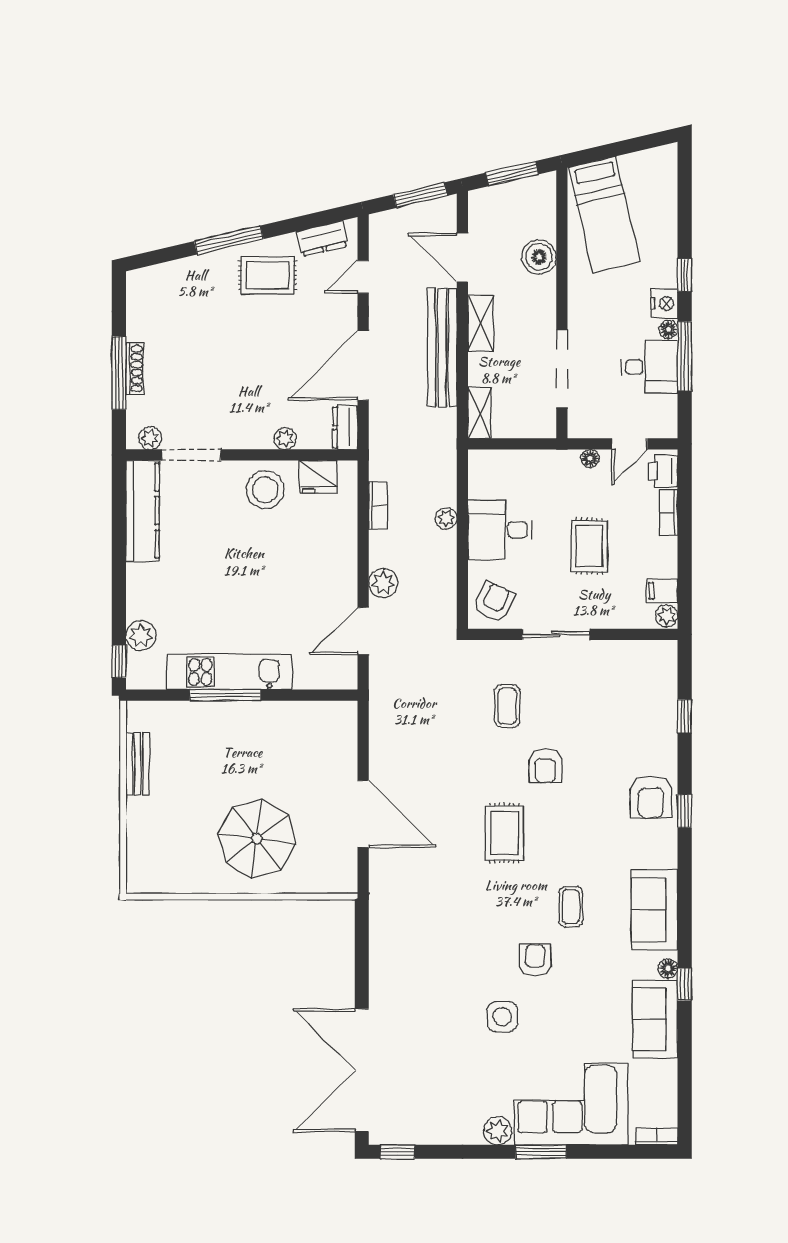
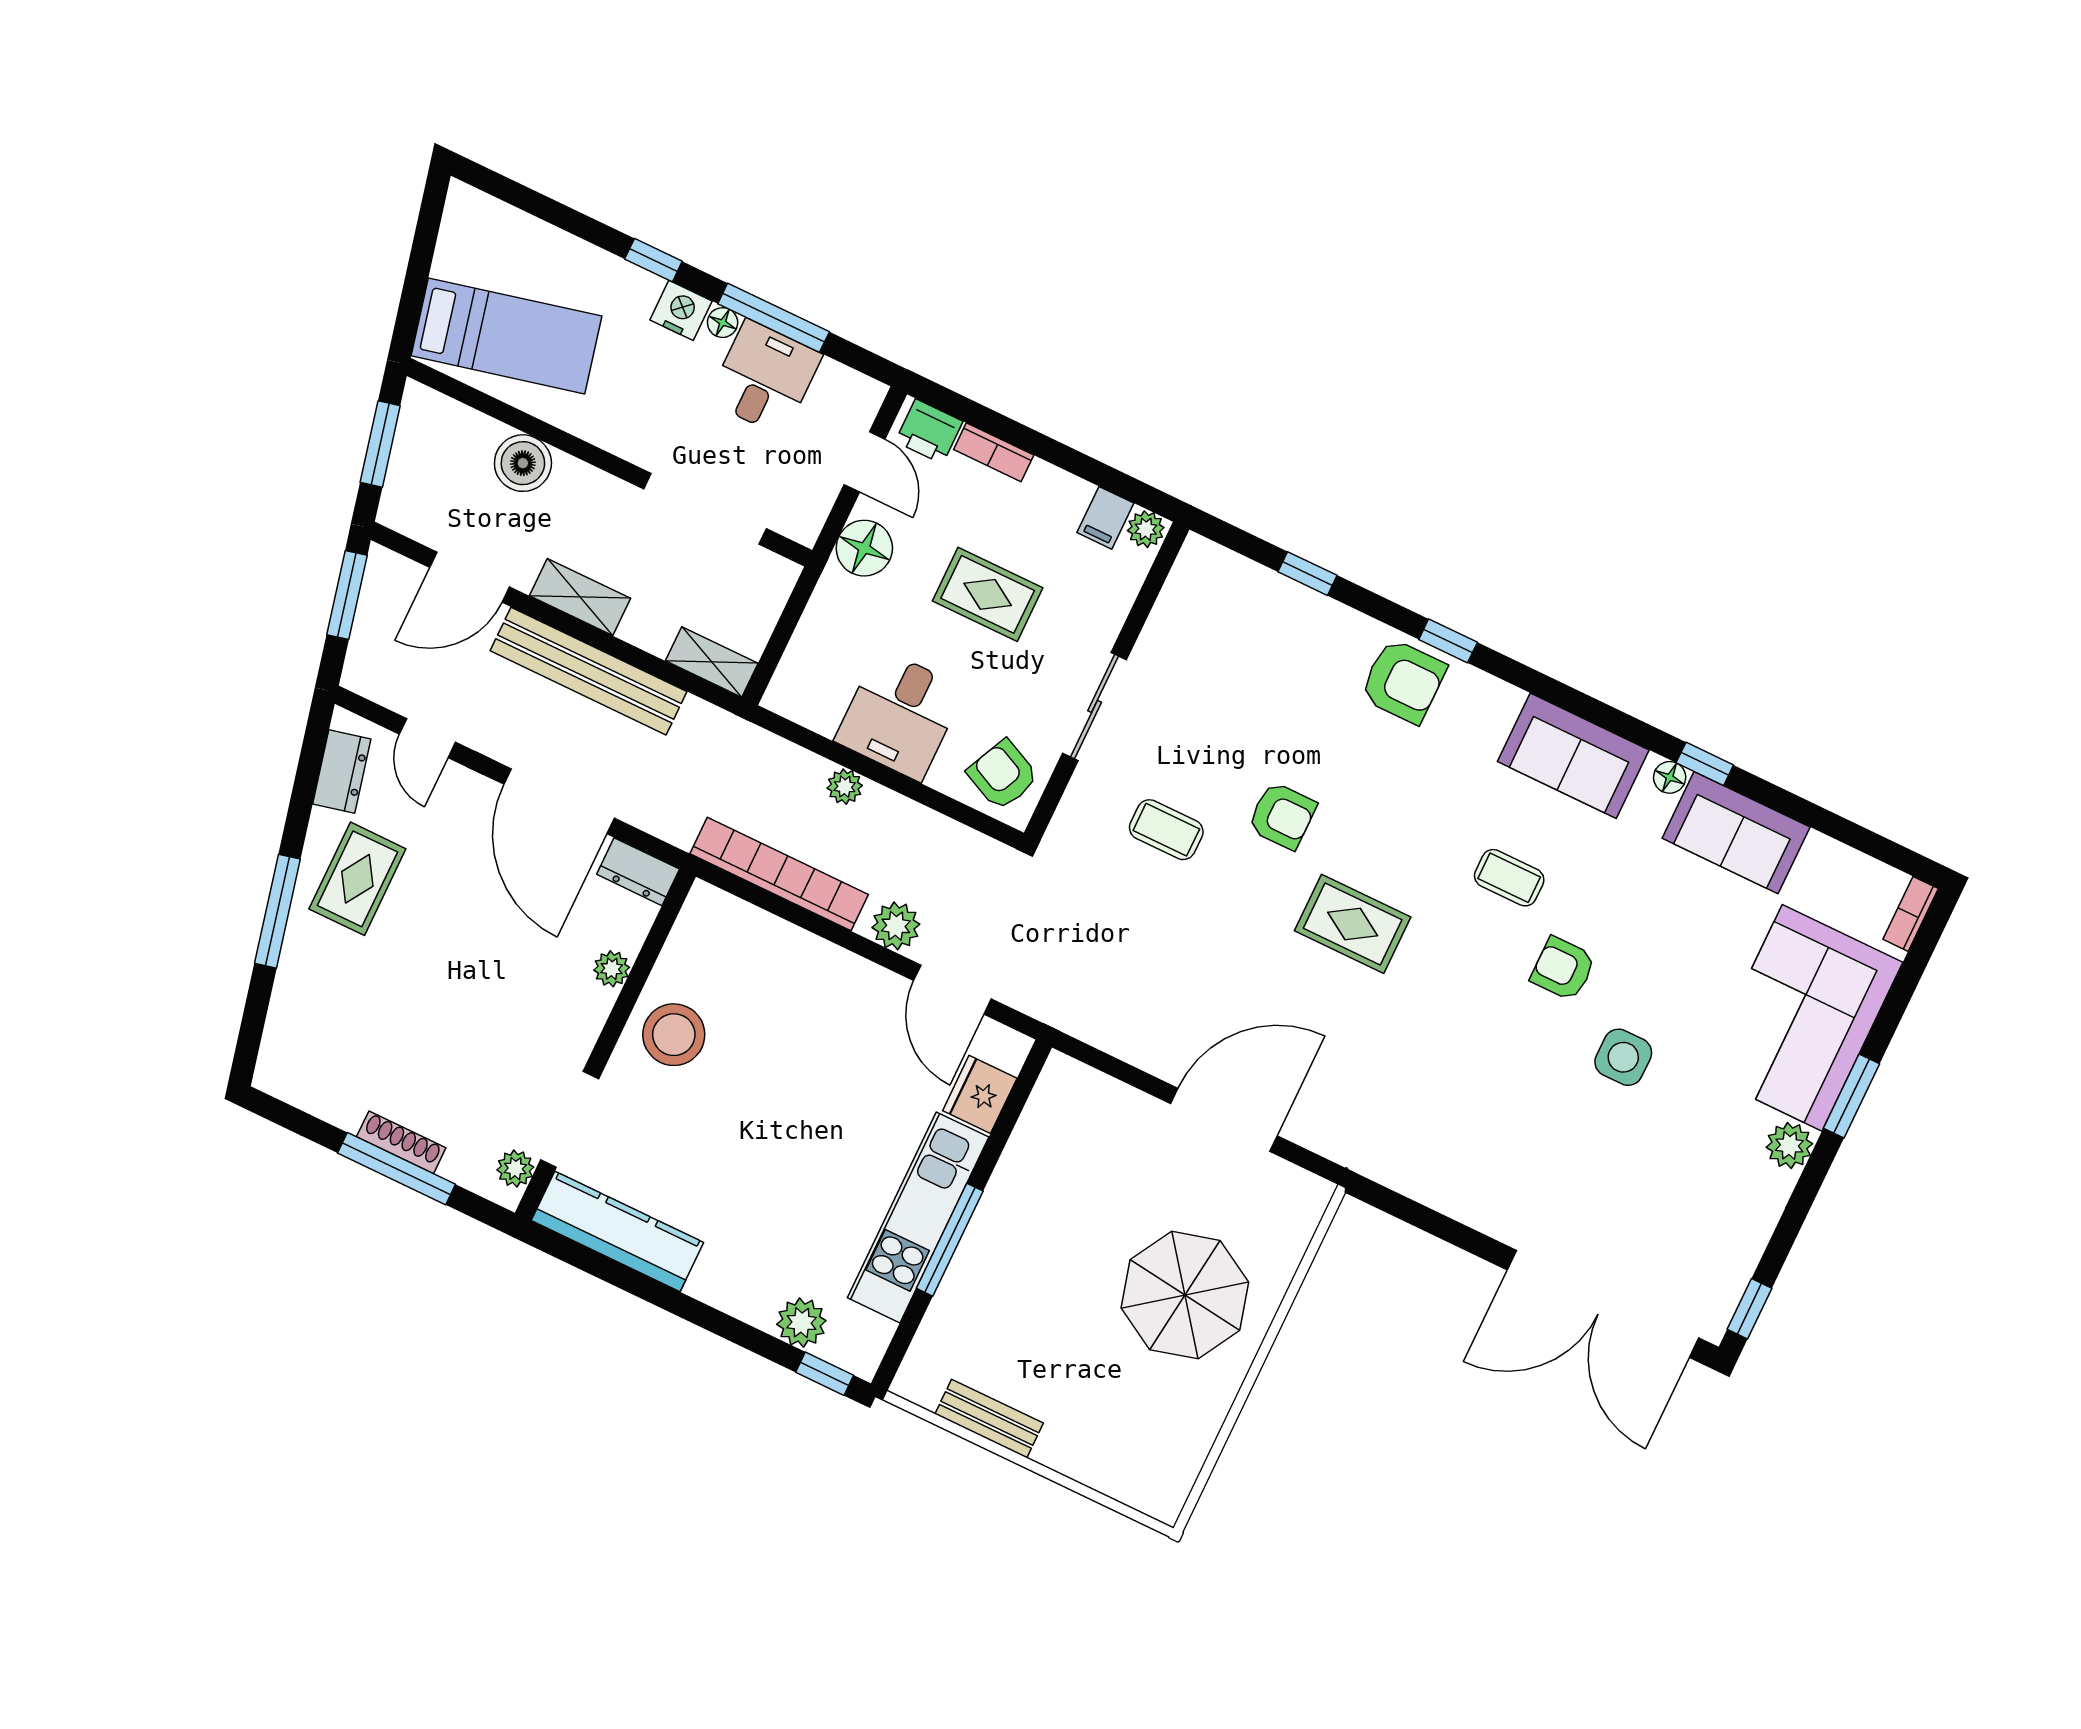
floor lamp: (590, 458) -> (864, 548), width x1.89, depth x1.89
fridge: (318, 477) -> (980, 1094), moved, turned 180
bookcase: (378, 505) -> (779, 874), width x2.31, depth x1.31

